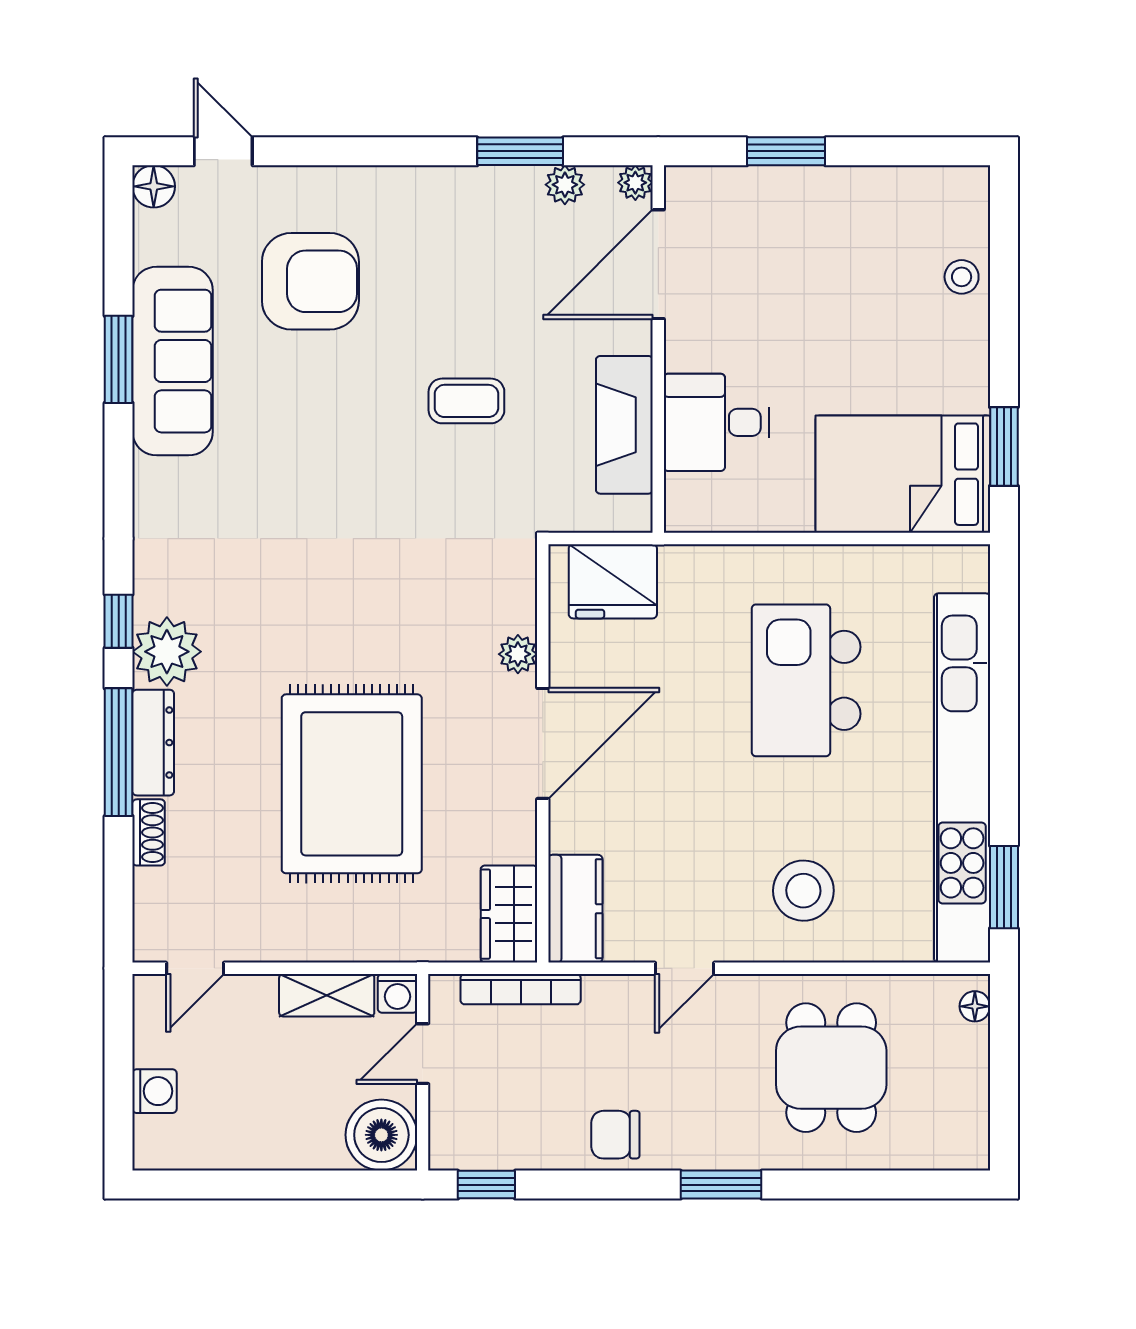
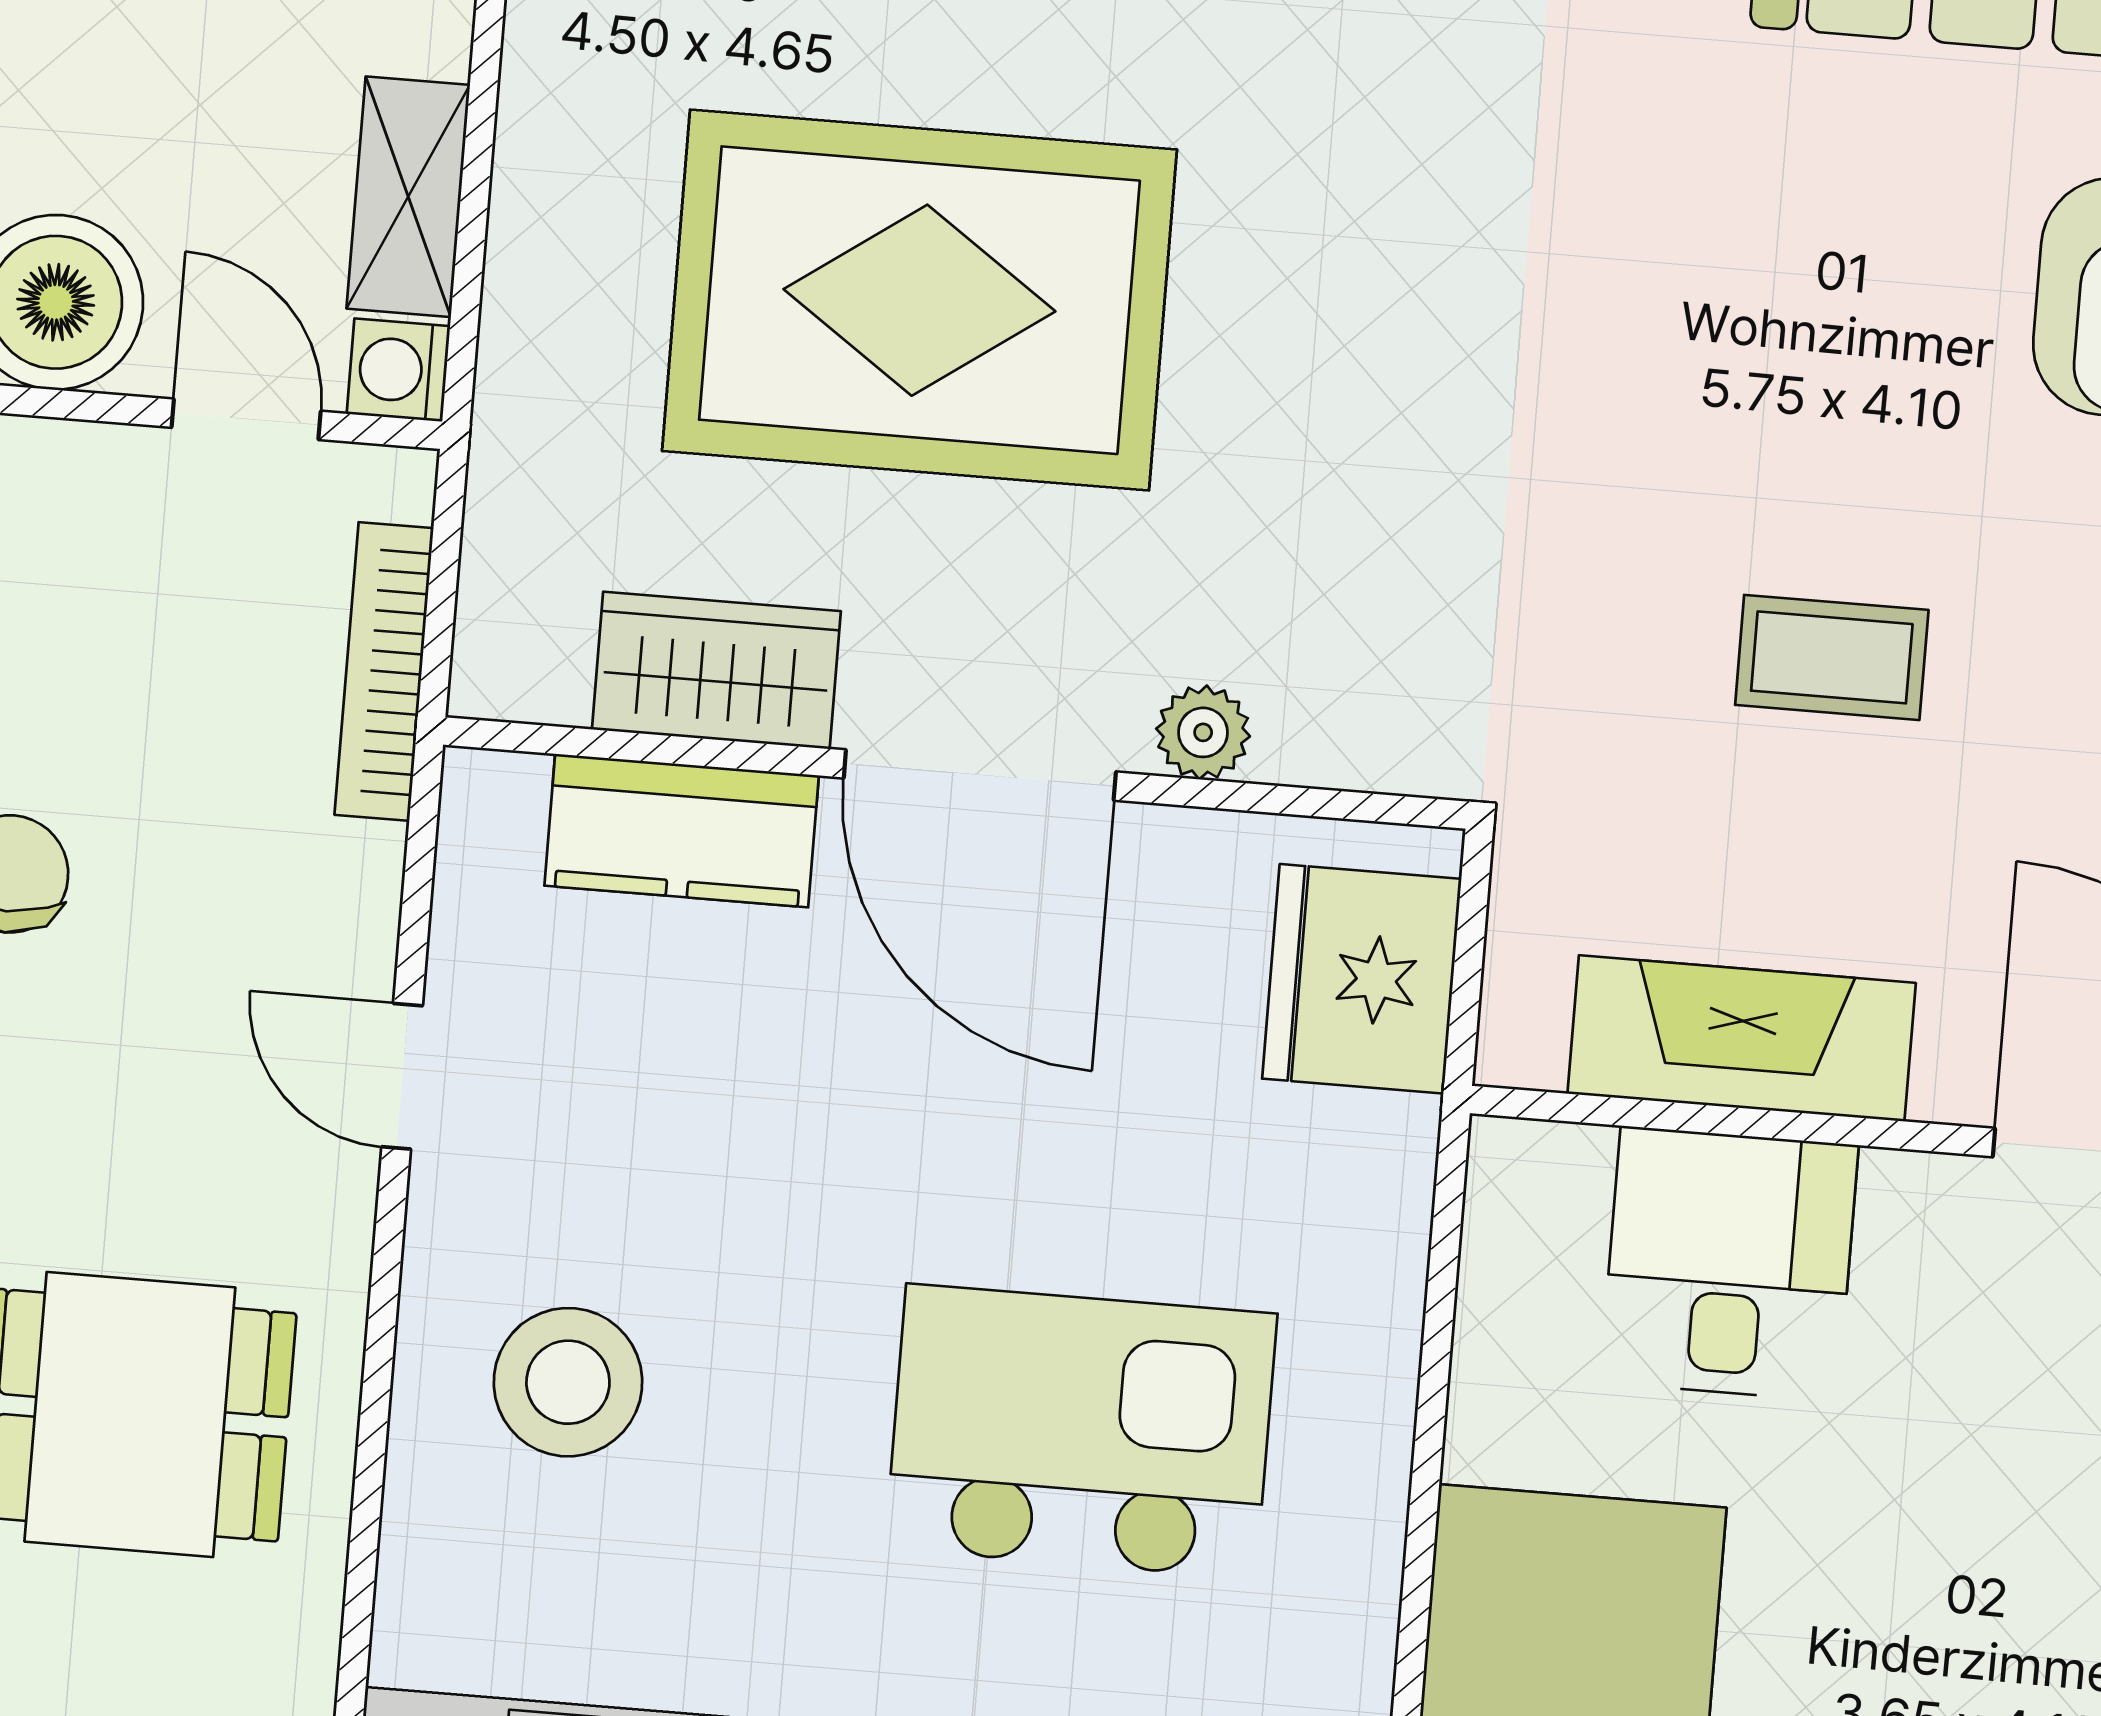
coffee table: (466, 401) -> (1832, 657), turned 90
kitchen counter: (575, 909) -> (682, 831), moved
wardrobe: (509, 914) -> (716, 670), moved

